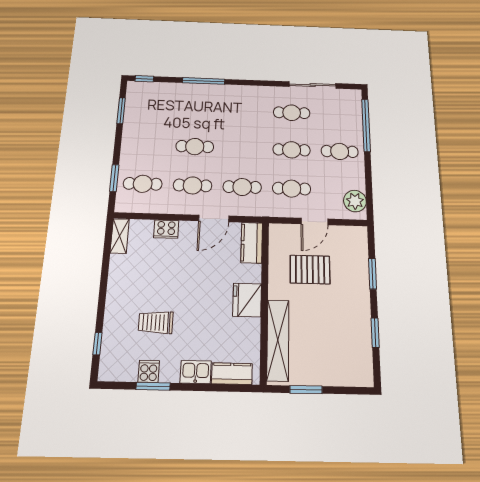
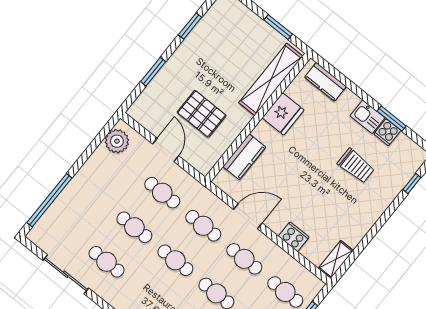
cafe table: (340, 151) -> (175, 260), moved
door: (315, 221) -> (166, 150), hinge flipped
kitchen counter: (252, 243) -> (244, 157), moved
fridge: (247, 300) -> (283, 114), moved
kitchen sink: (196, 372) -> (367, 117), moved

